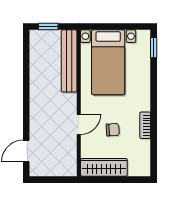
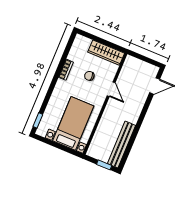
bench: (69, 61) -> (121, 144), moved
door: (79, 124) -> (111, 89), swing flipped

